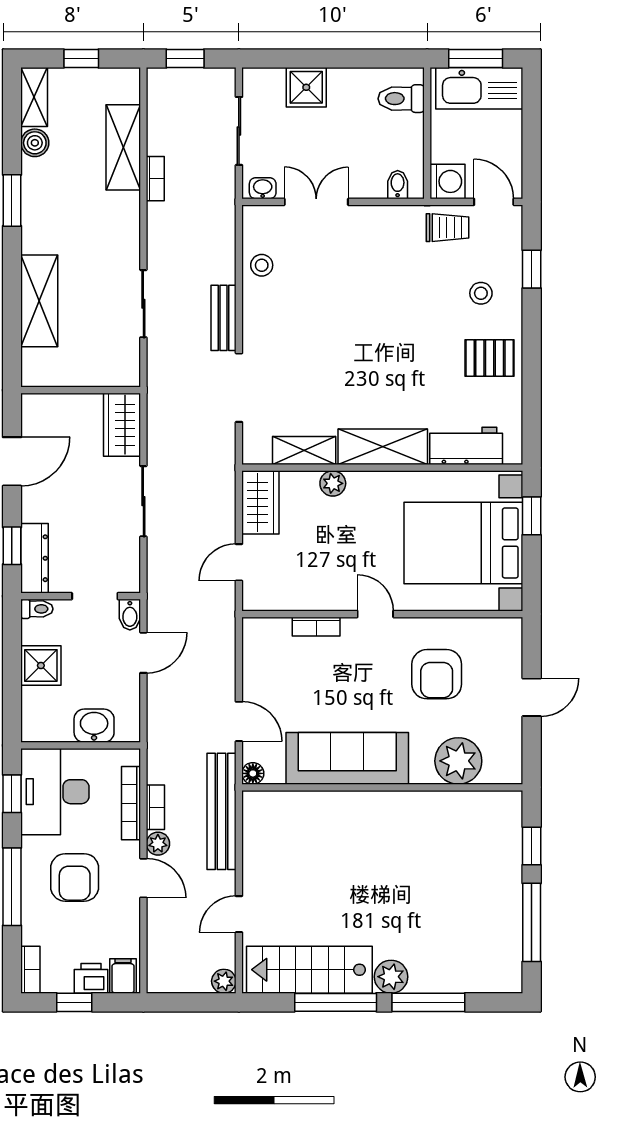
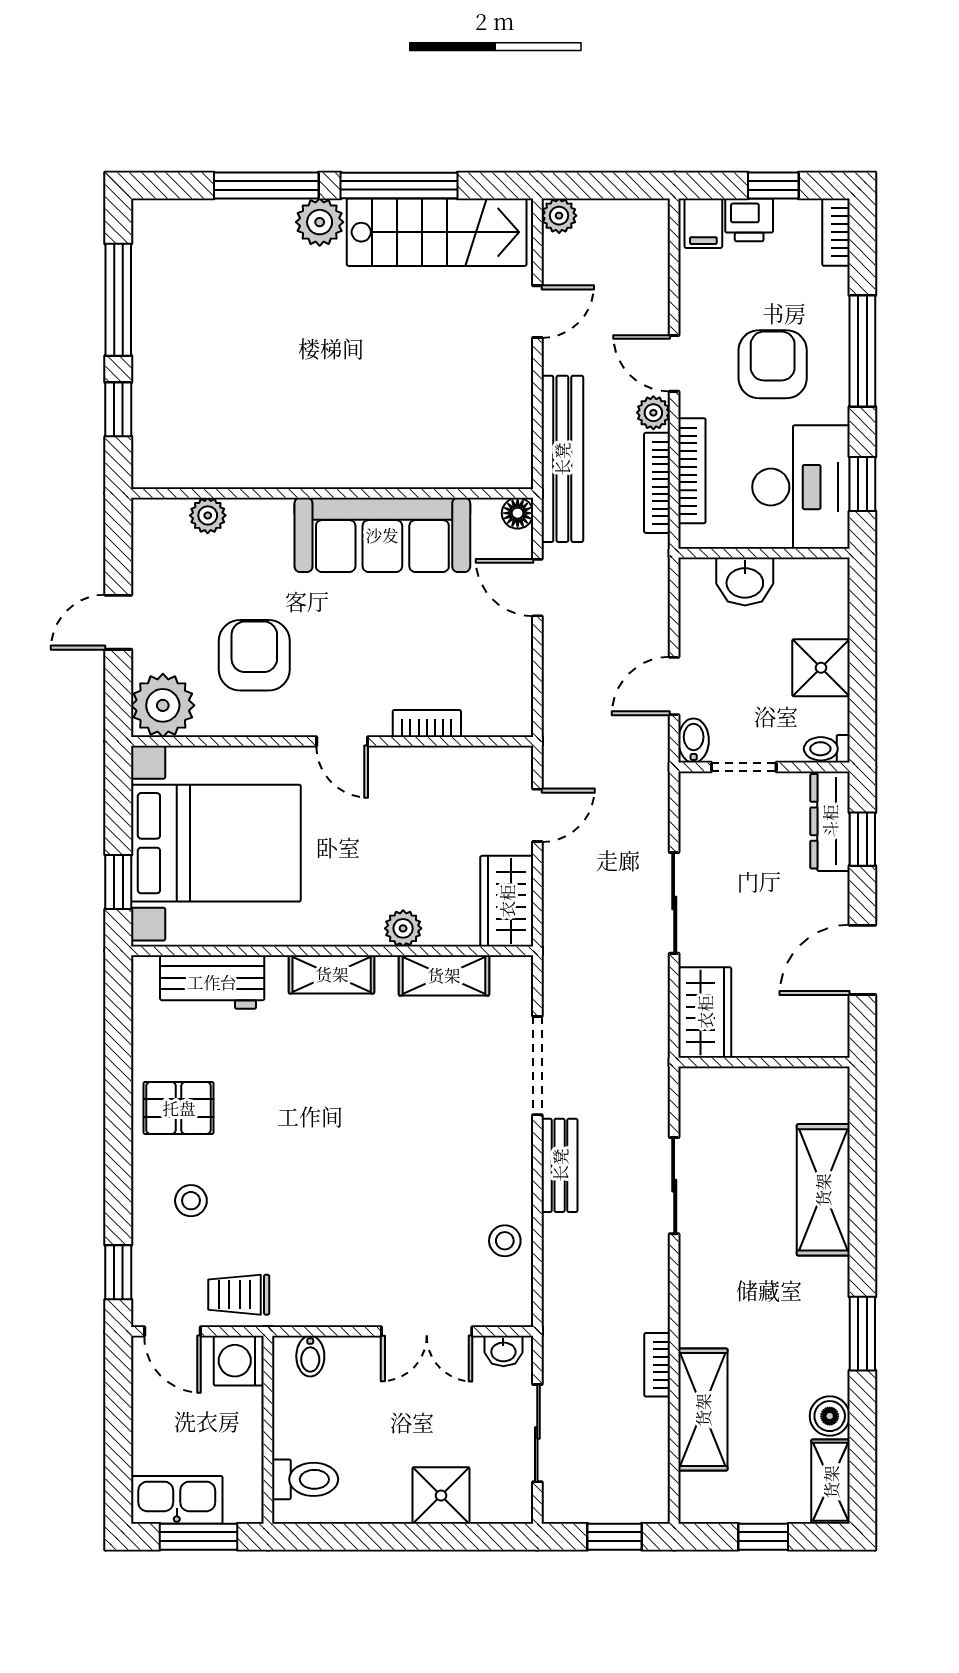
kitchen sink: (479, 88) -> (177, 1500), width x0.73, depth x0.81
window: (532, 269) -> (118, 1272), moved
shelving: (383, 447) -> (332, 974), width x0.67, depth x0.75
plant: (501, 639) -> (163, 705), added
plant: (458, 761) -> (208, 515), width x0.53, depth x0.53
bookcase: (155, 807) -> (657, 483), width x1.56

